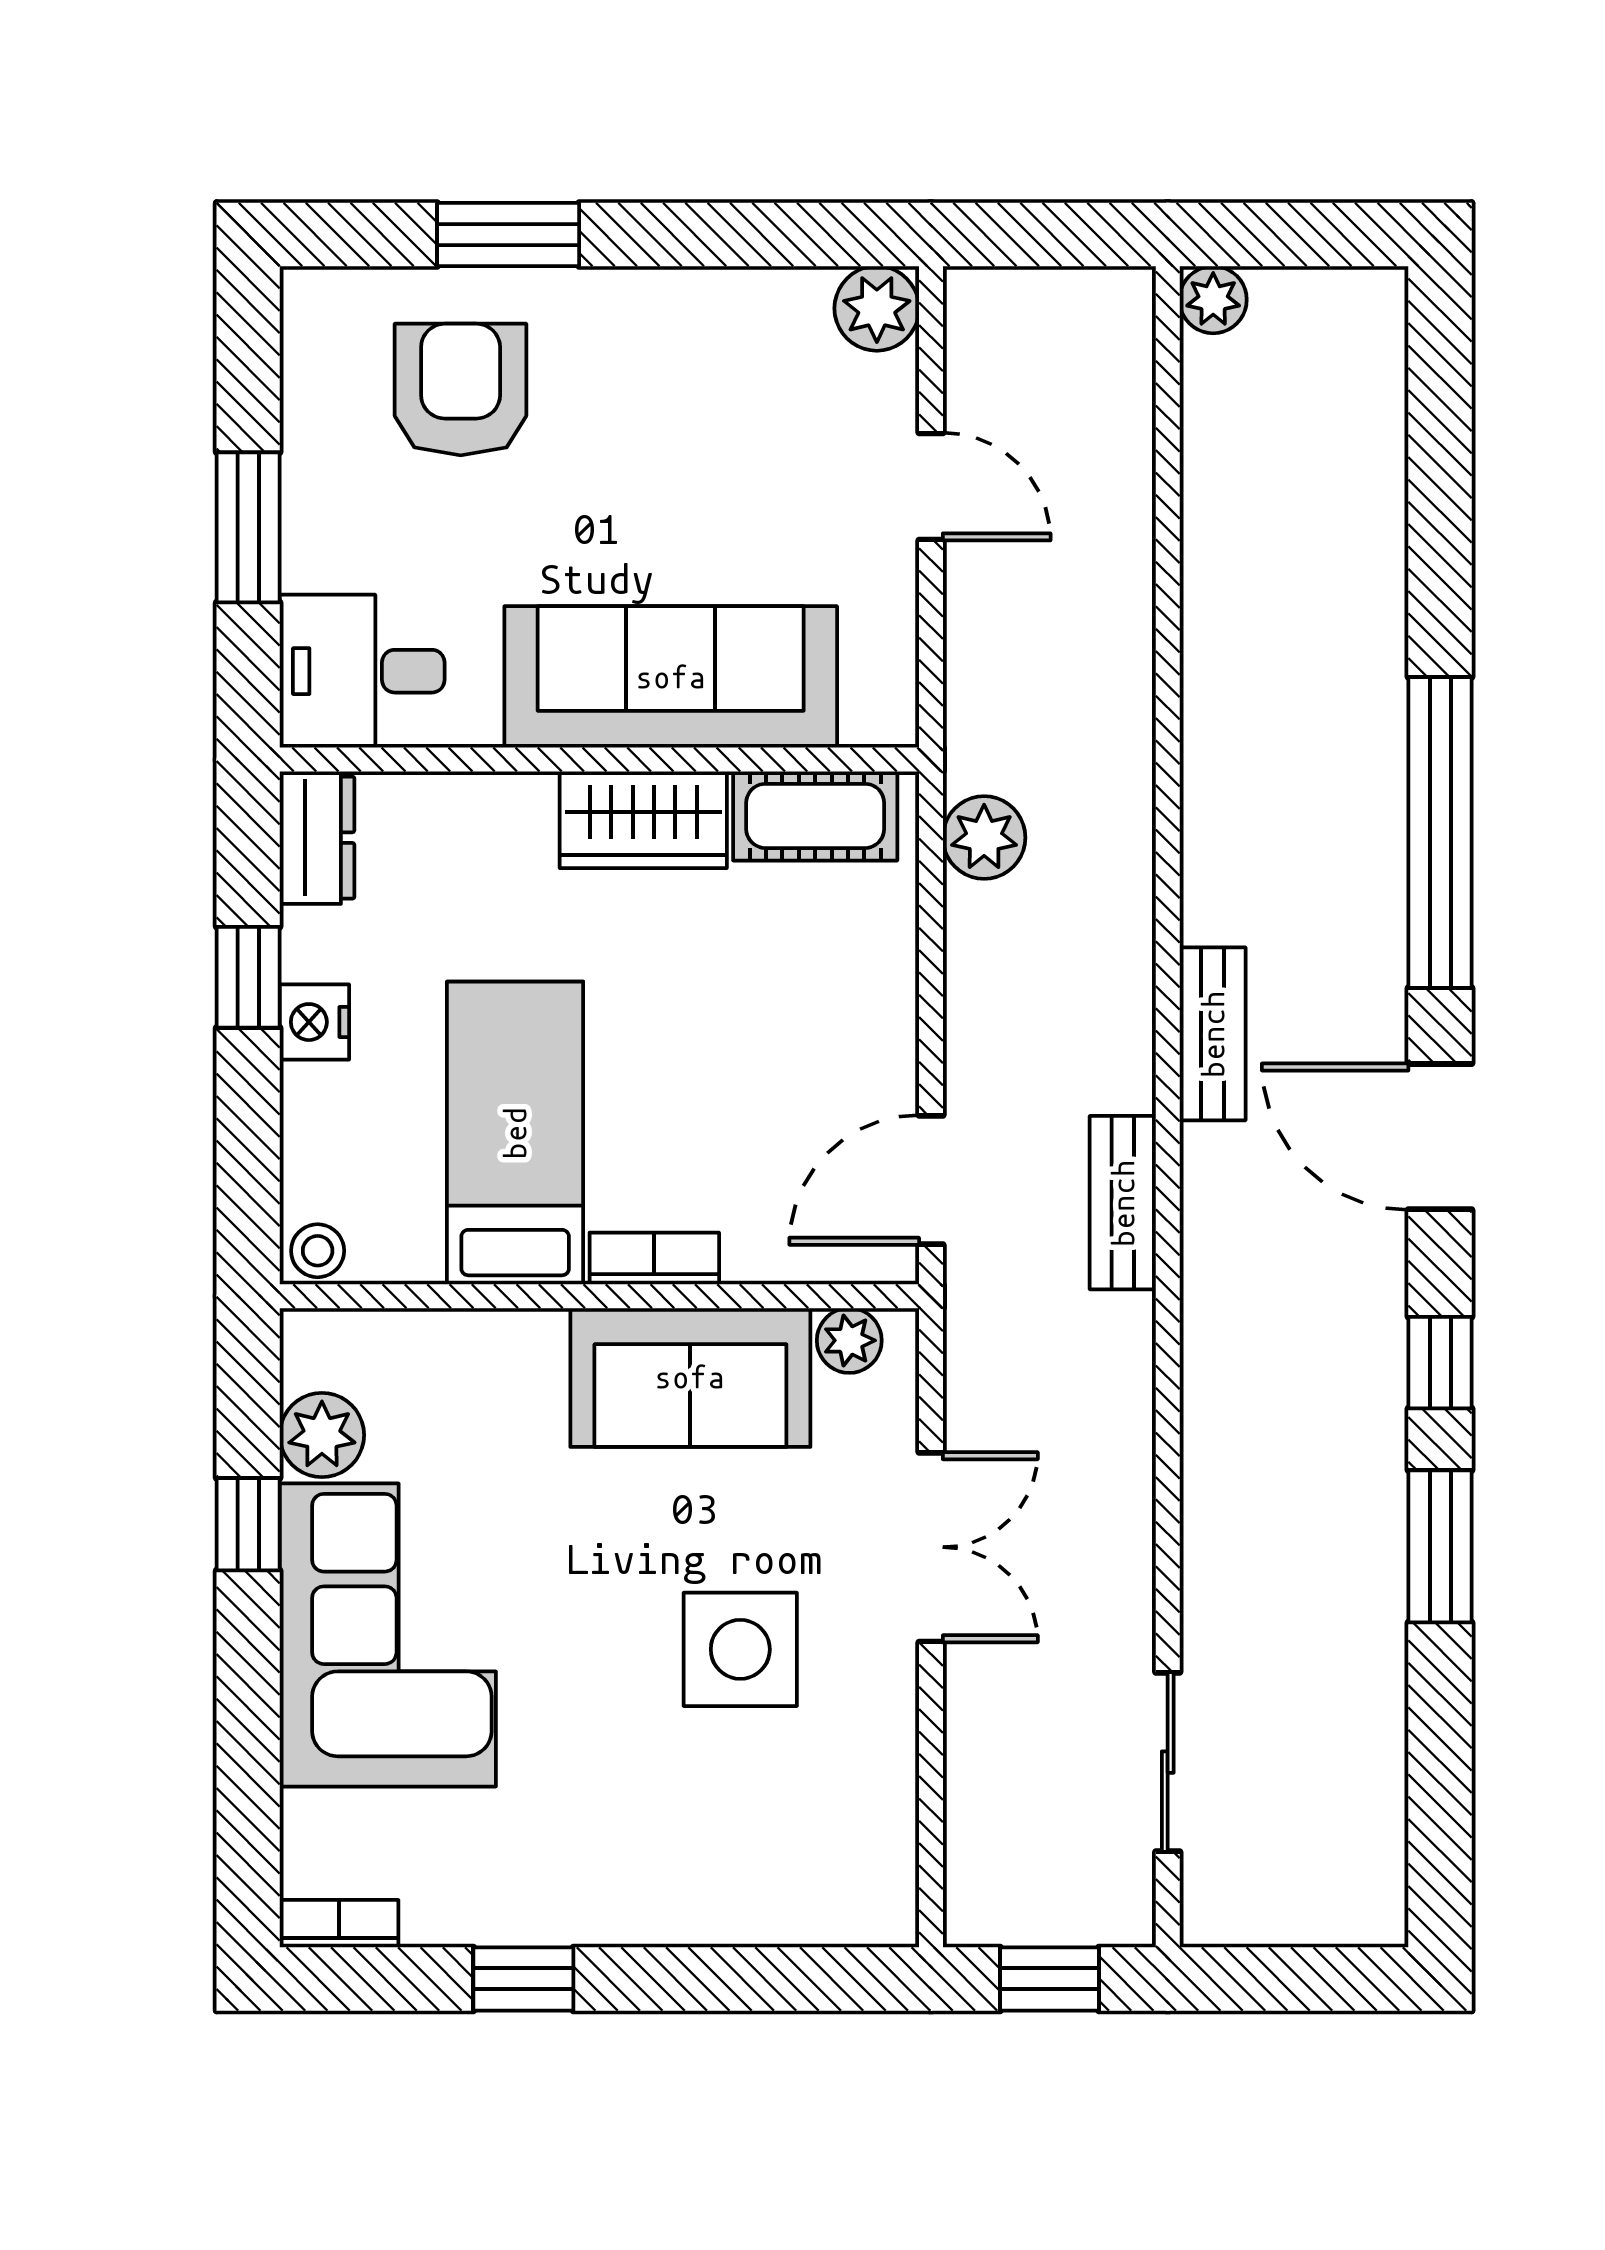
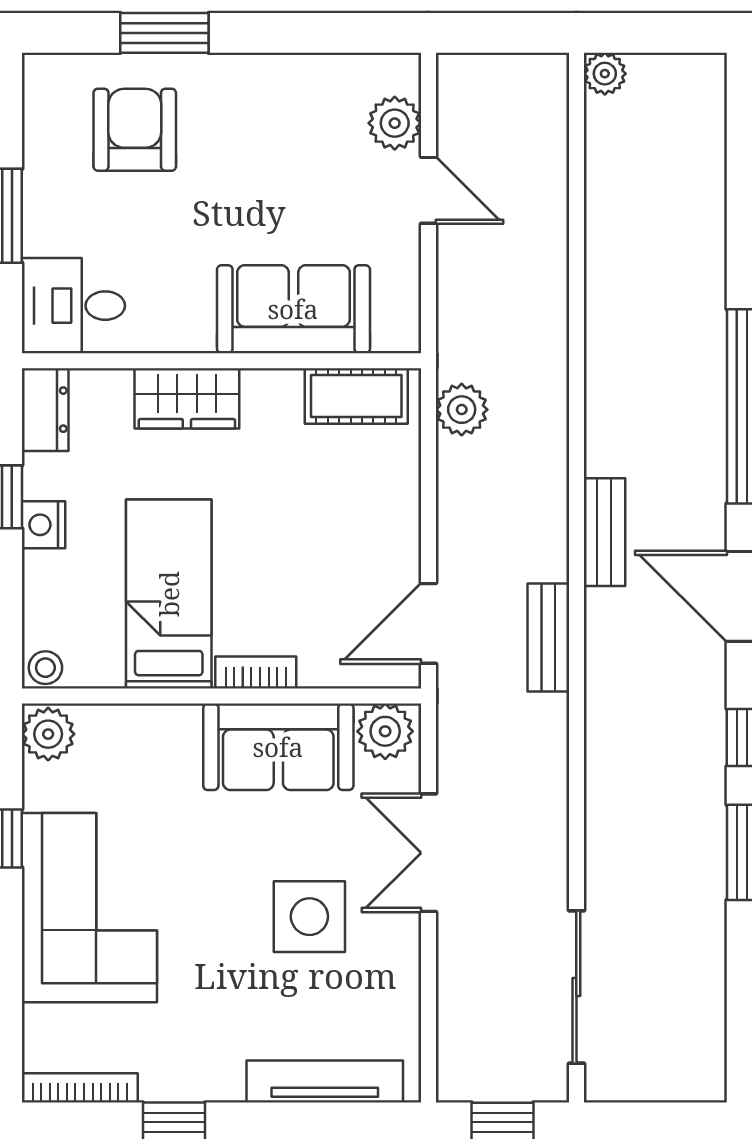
plant: (877, 308) -> (395, 123), moved
sofa: (671, 677) -> (293, 309), width x0.73
wardrobe: (643, 820) -> (187, 398), moved
plant: (849, 1340) -> (385, 731), width x1.38, depth x1.38
plant: (322, 1435) -> (48, 734), moved
double door: (931, 1547) -> (429, 853), swing flipped
sliding door: (1168, 1762) -> (576, 987), width x1.37
tv unit: (765, 1914) -> (325, 1082), added
bookcase: (339, 1924) -> (80, 1088), width x1.56

